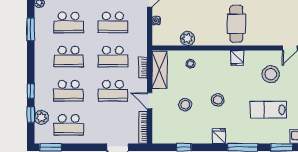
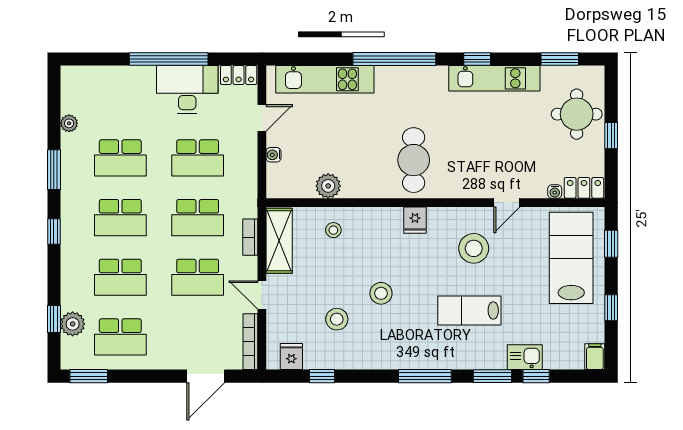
window: (31, 91) -> (54, 232), moved
stool: (185, 105) -> (337, 319), moved
fridge: (219, 136) -> (291, 357), moved

